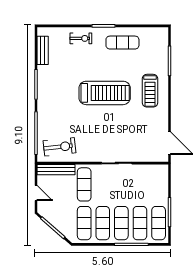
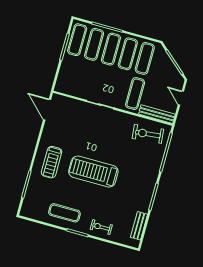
treadmill: (150, 91) -> (52, 162), turned 180

